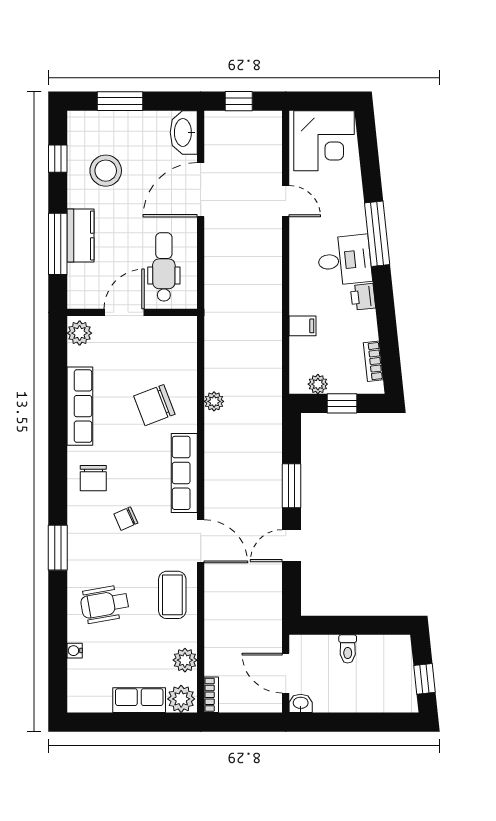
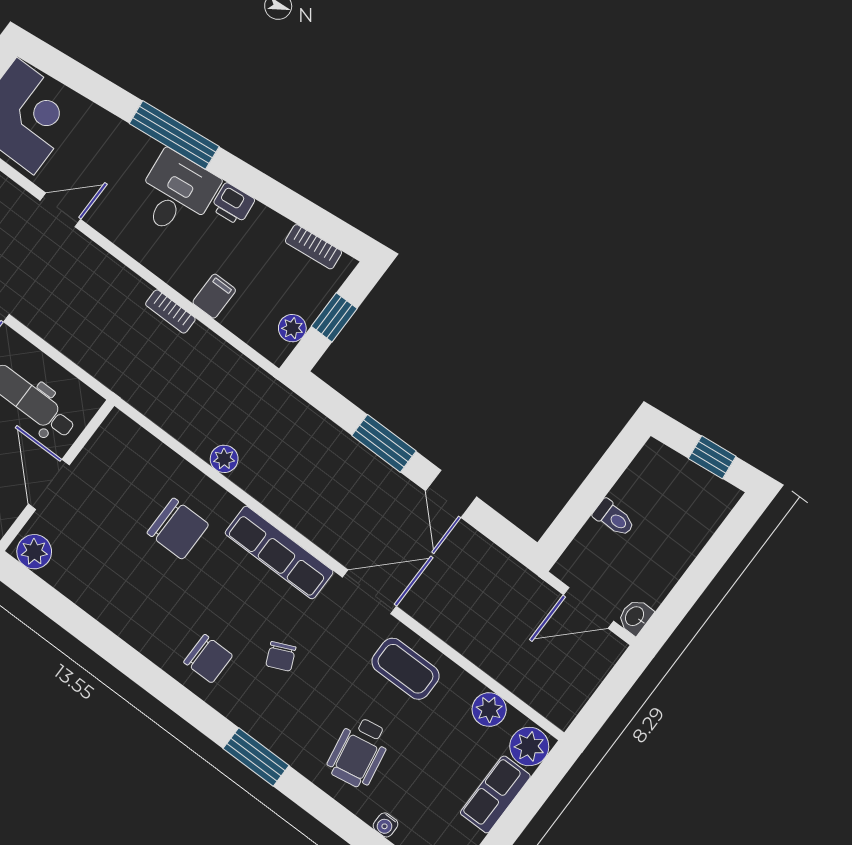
chair: (154, 405) -> (178, 529), turned -69
row of seats: (80, 406) -> (116, 613), removed
bookcase: (211, 695) -> (170, 312), moved, turned 180

